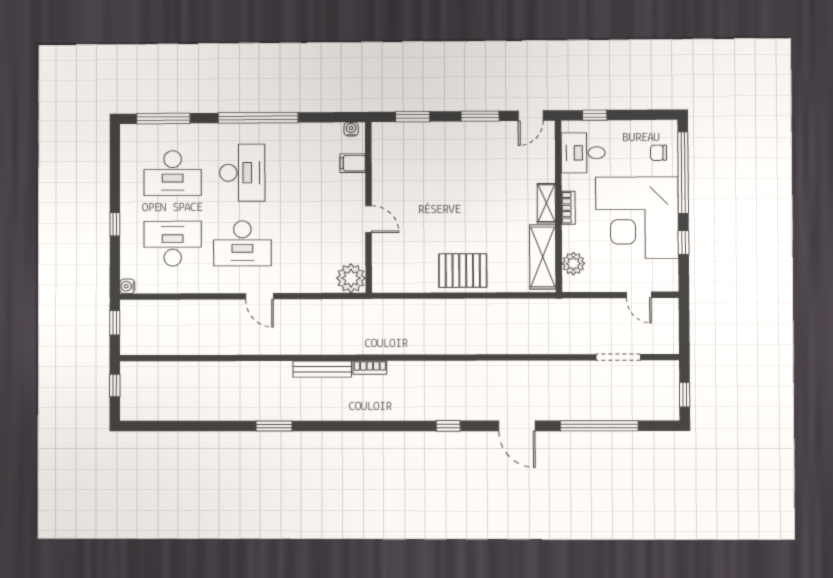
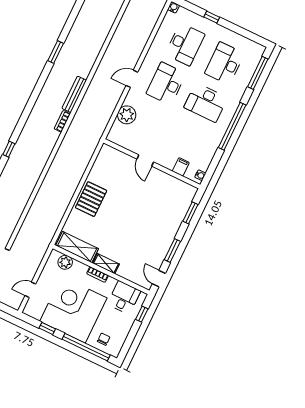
door: (368, 219) -> (145, 161), hinge flipped
plant: (351, 278) -> (127, 115), moved

